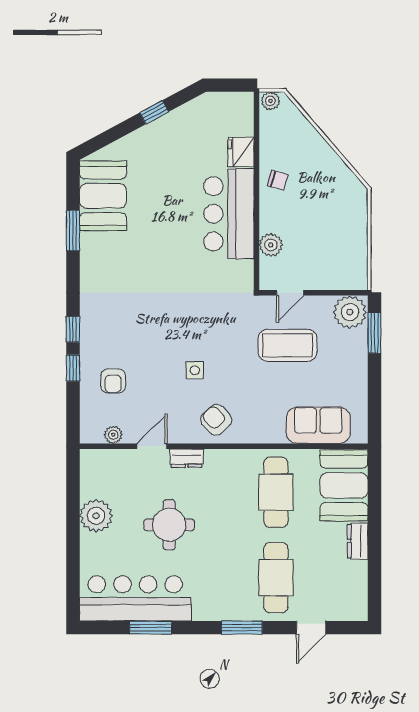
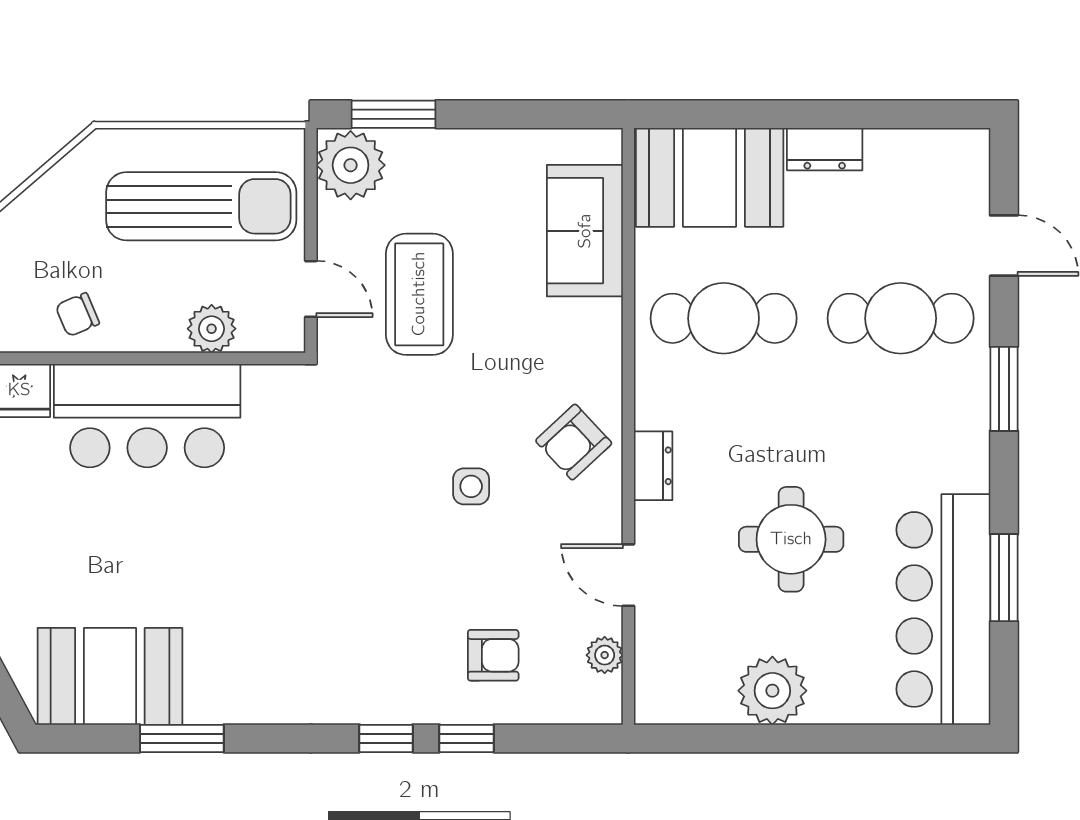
chair: (278, 180) -> (77, 315), turned -129
sun lounger: (330, 240) -> (201, 206), added
dresser: (186, 458) -> (653, 466), moved

